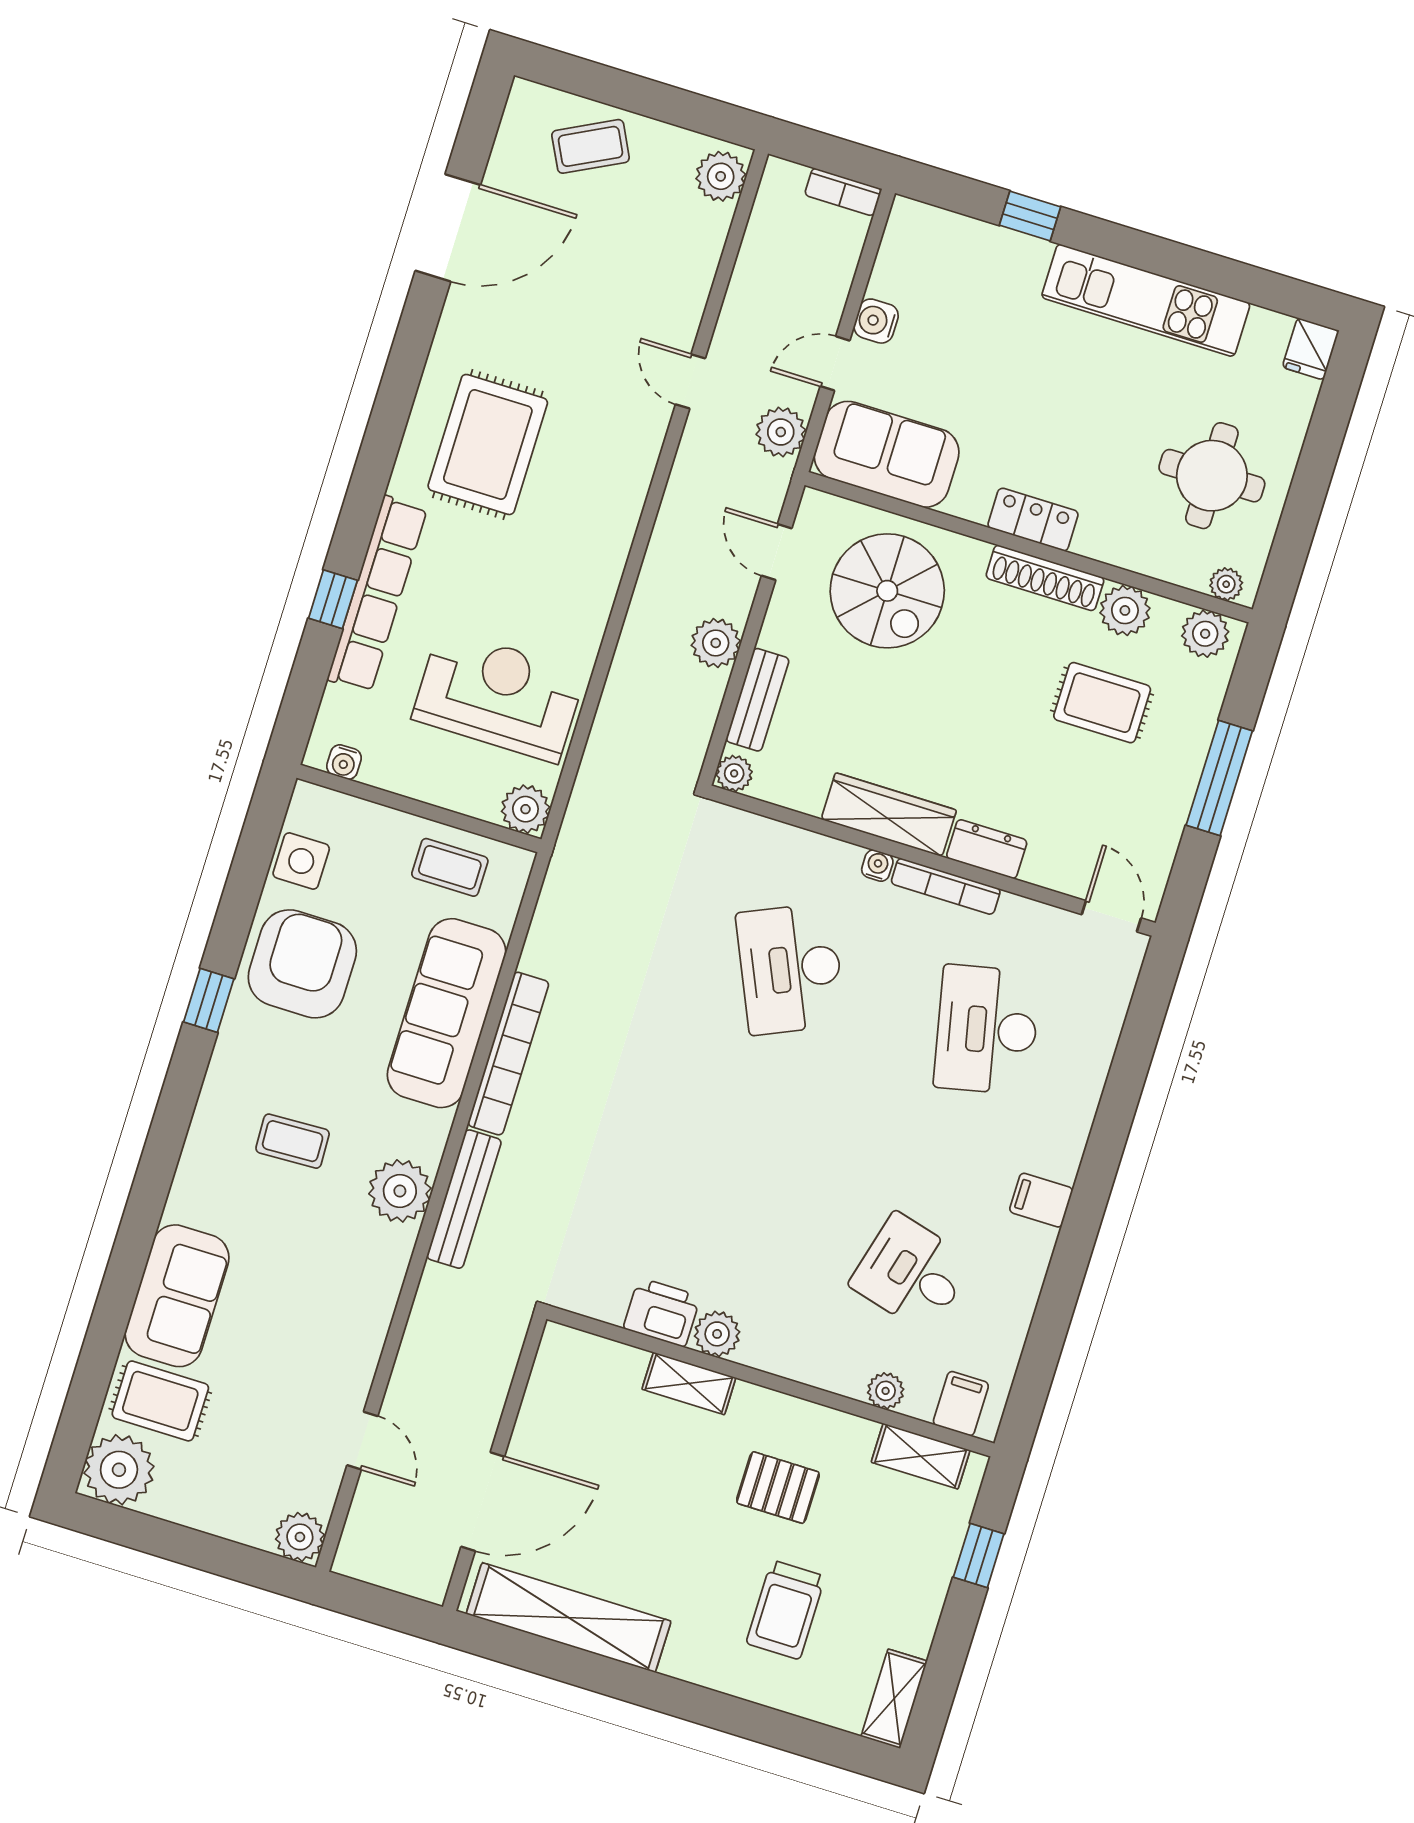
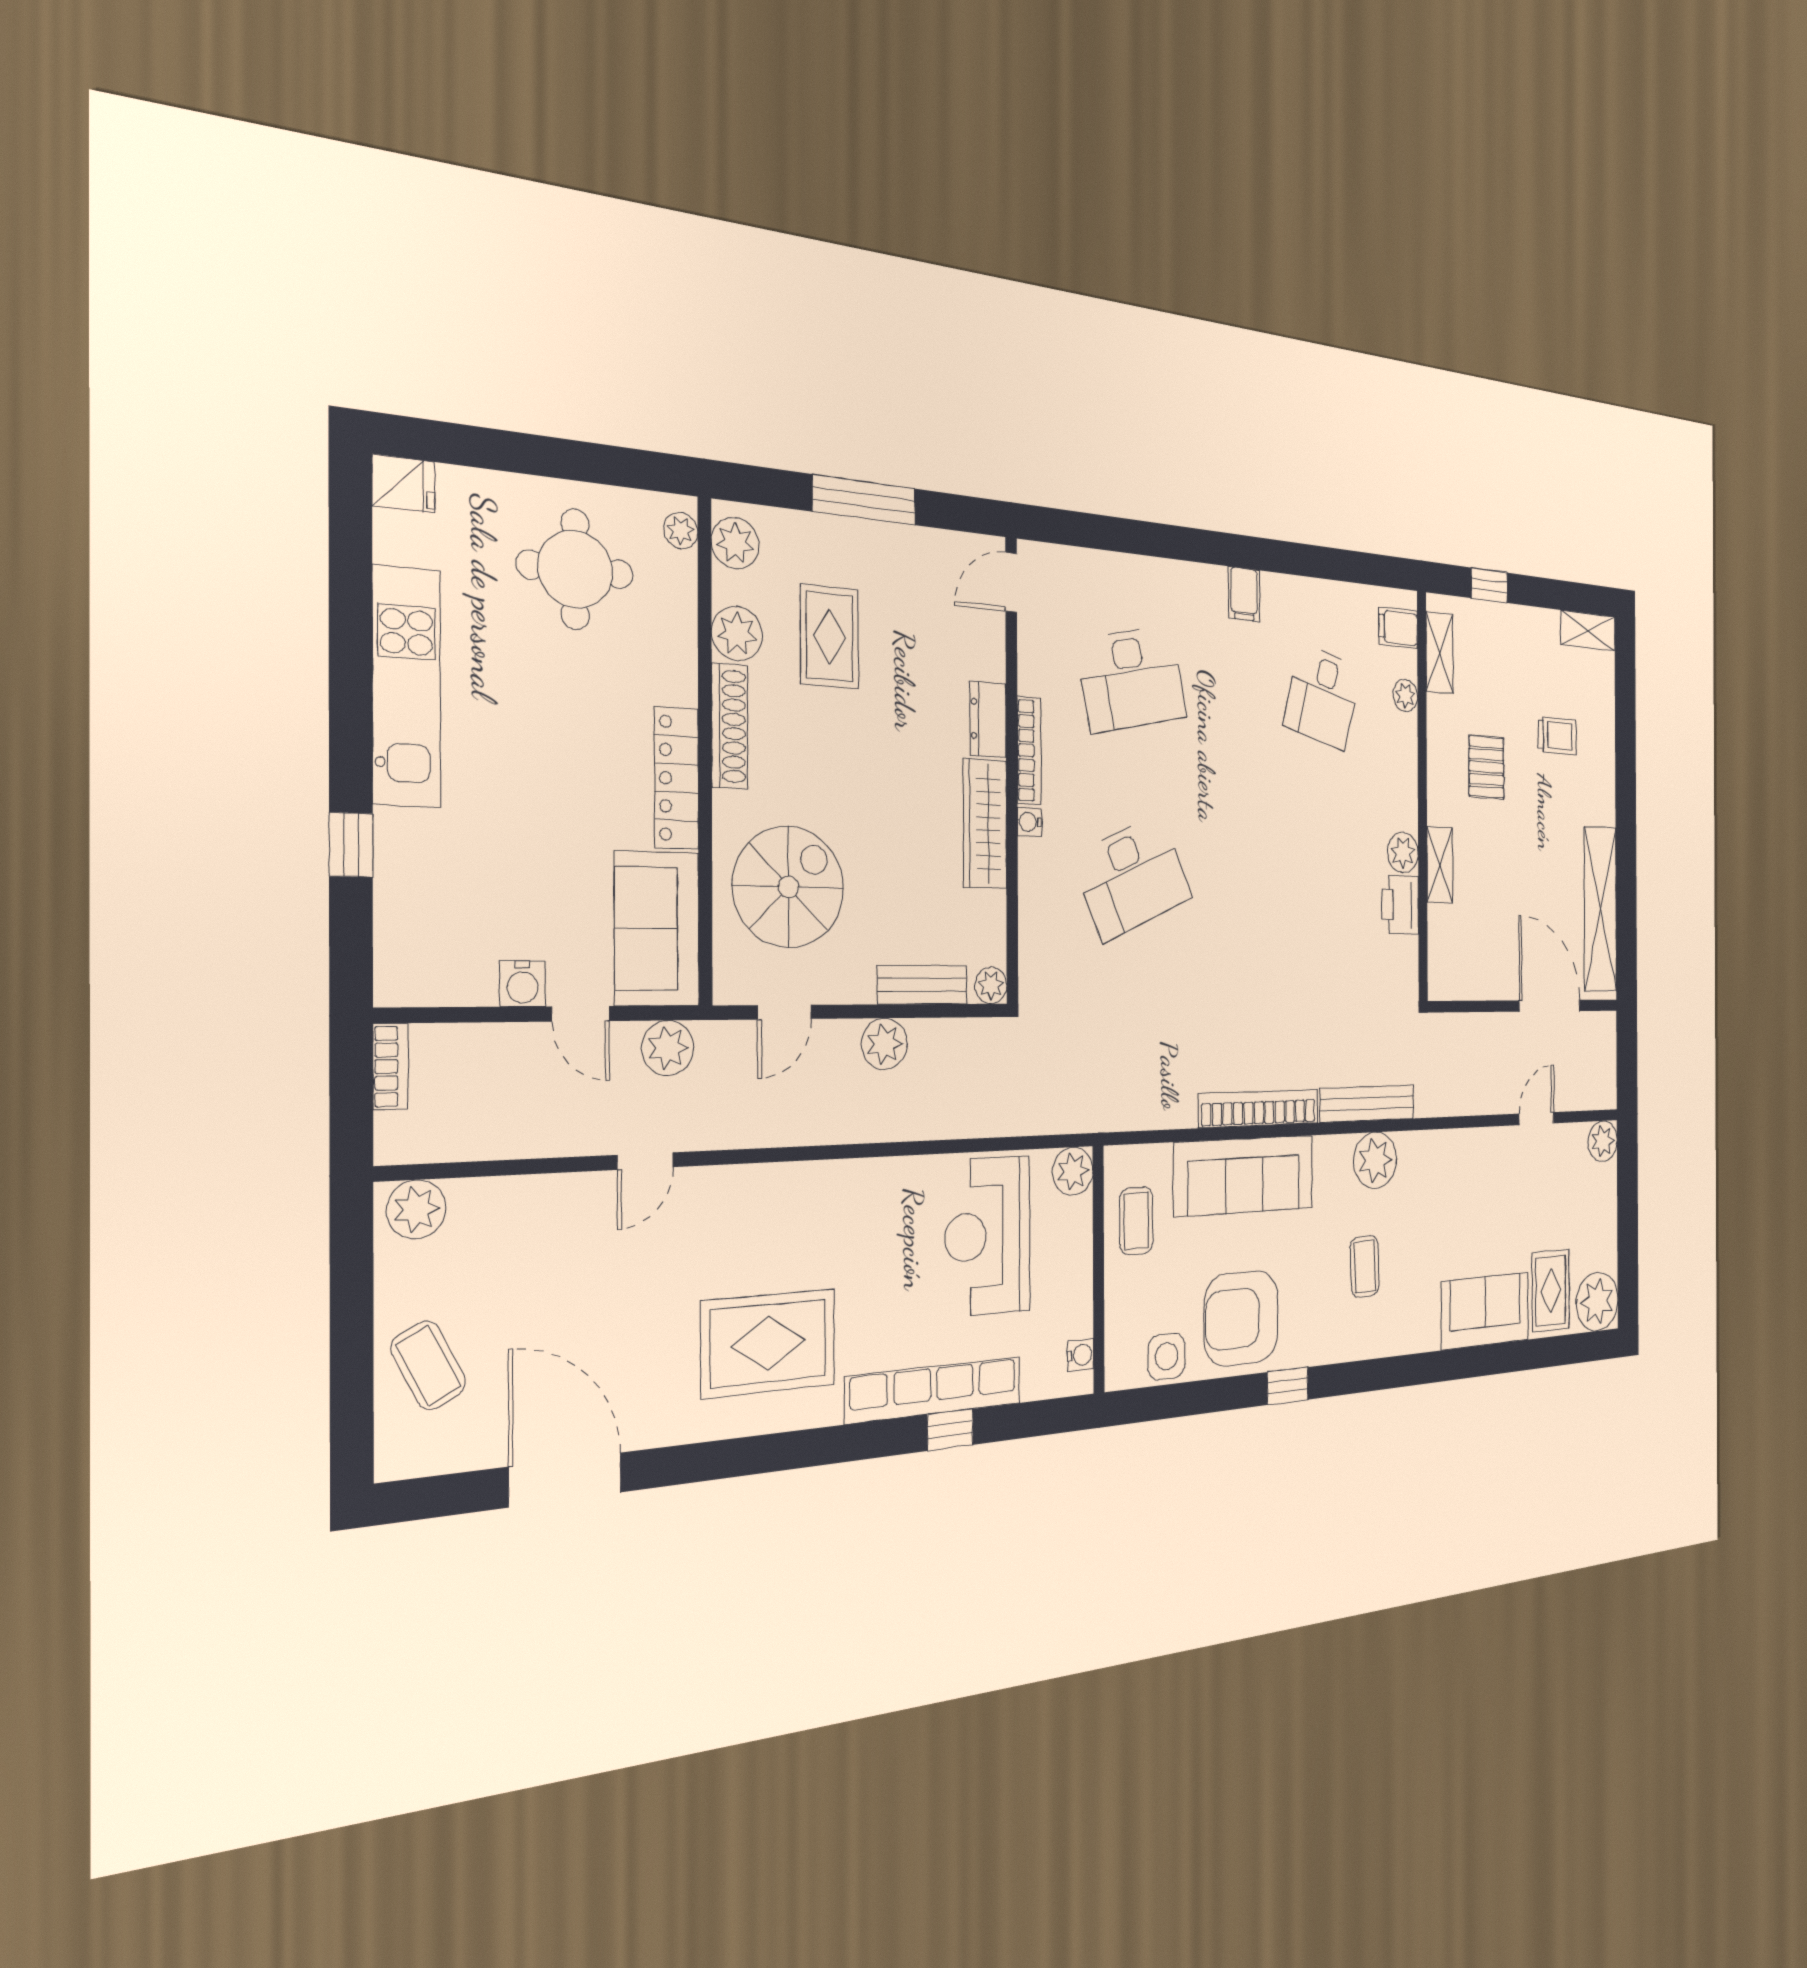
locker: (1033, 520) -> (677, 778), width x1.53
trolley: (786, 1610) -> (1557, 736), width x0.73, depth x0.72

